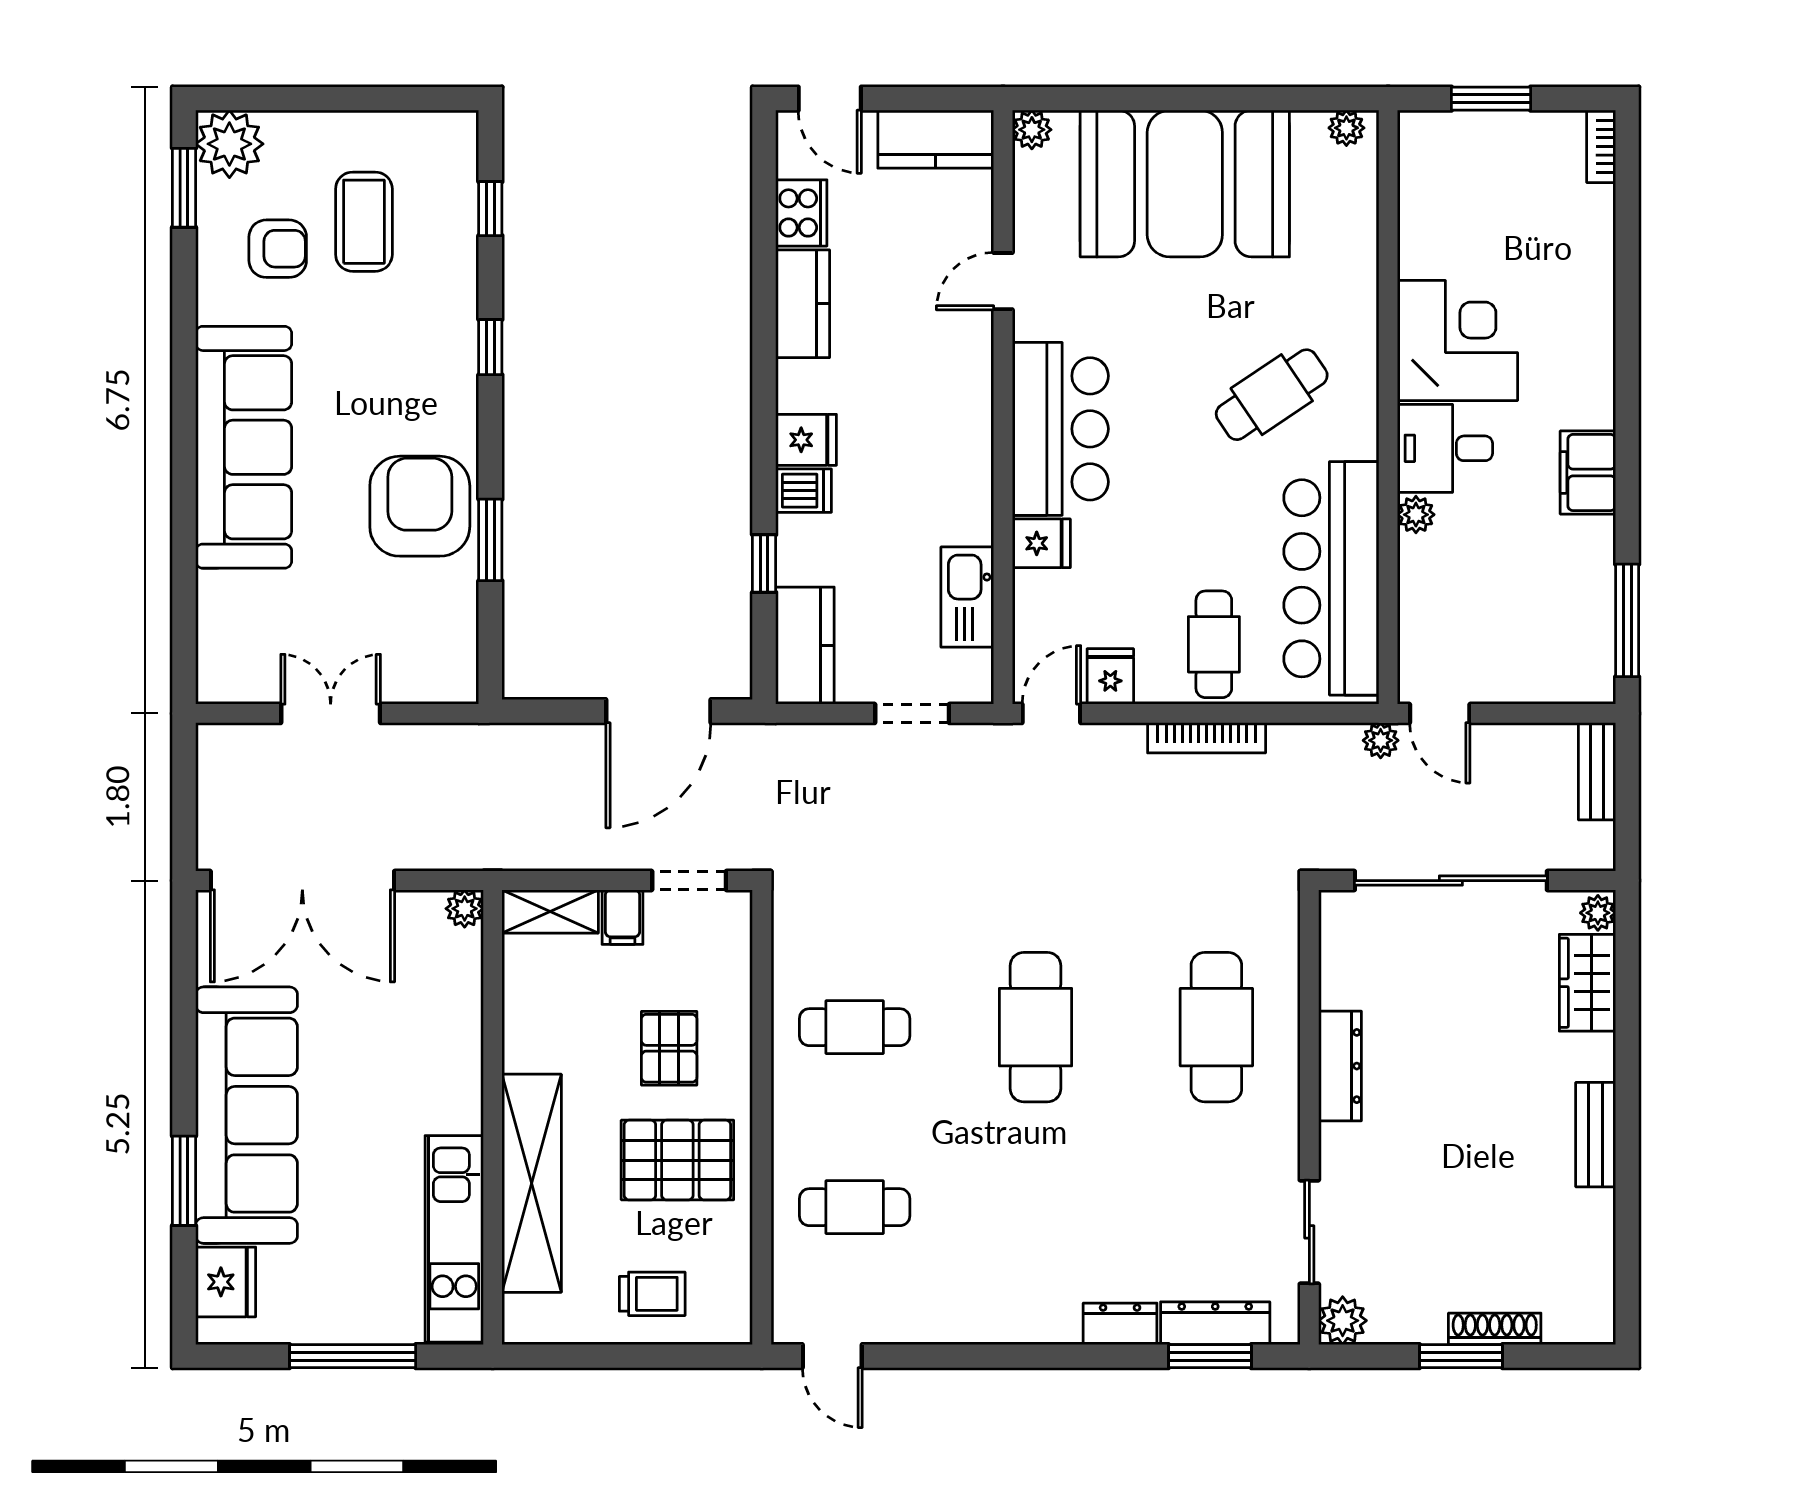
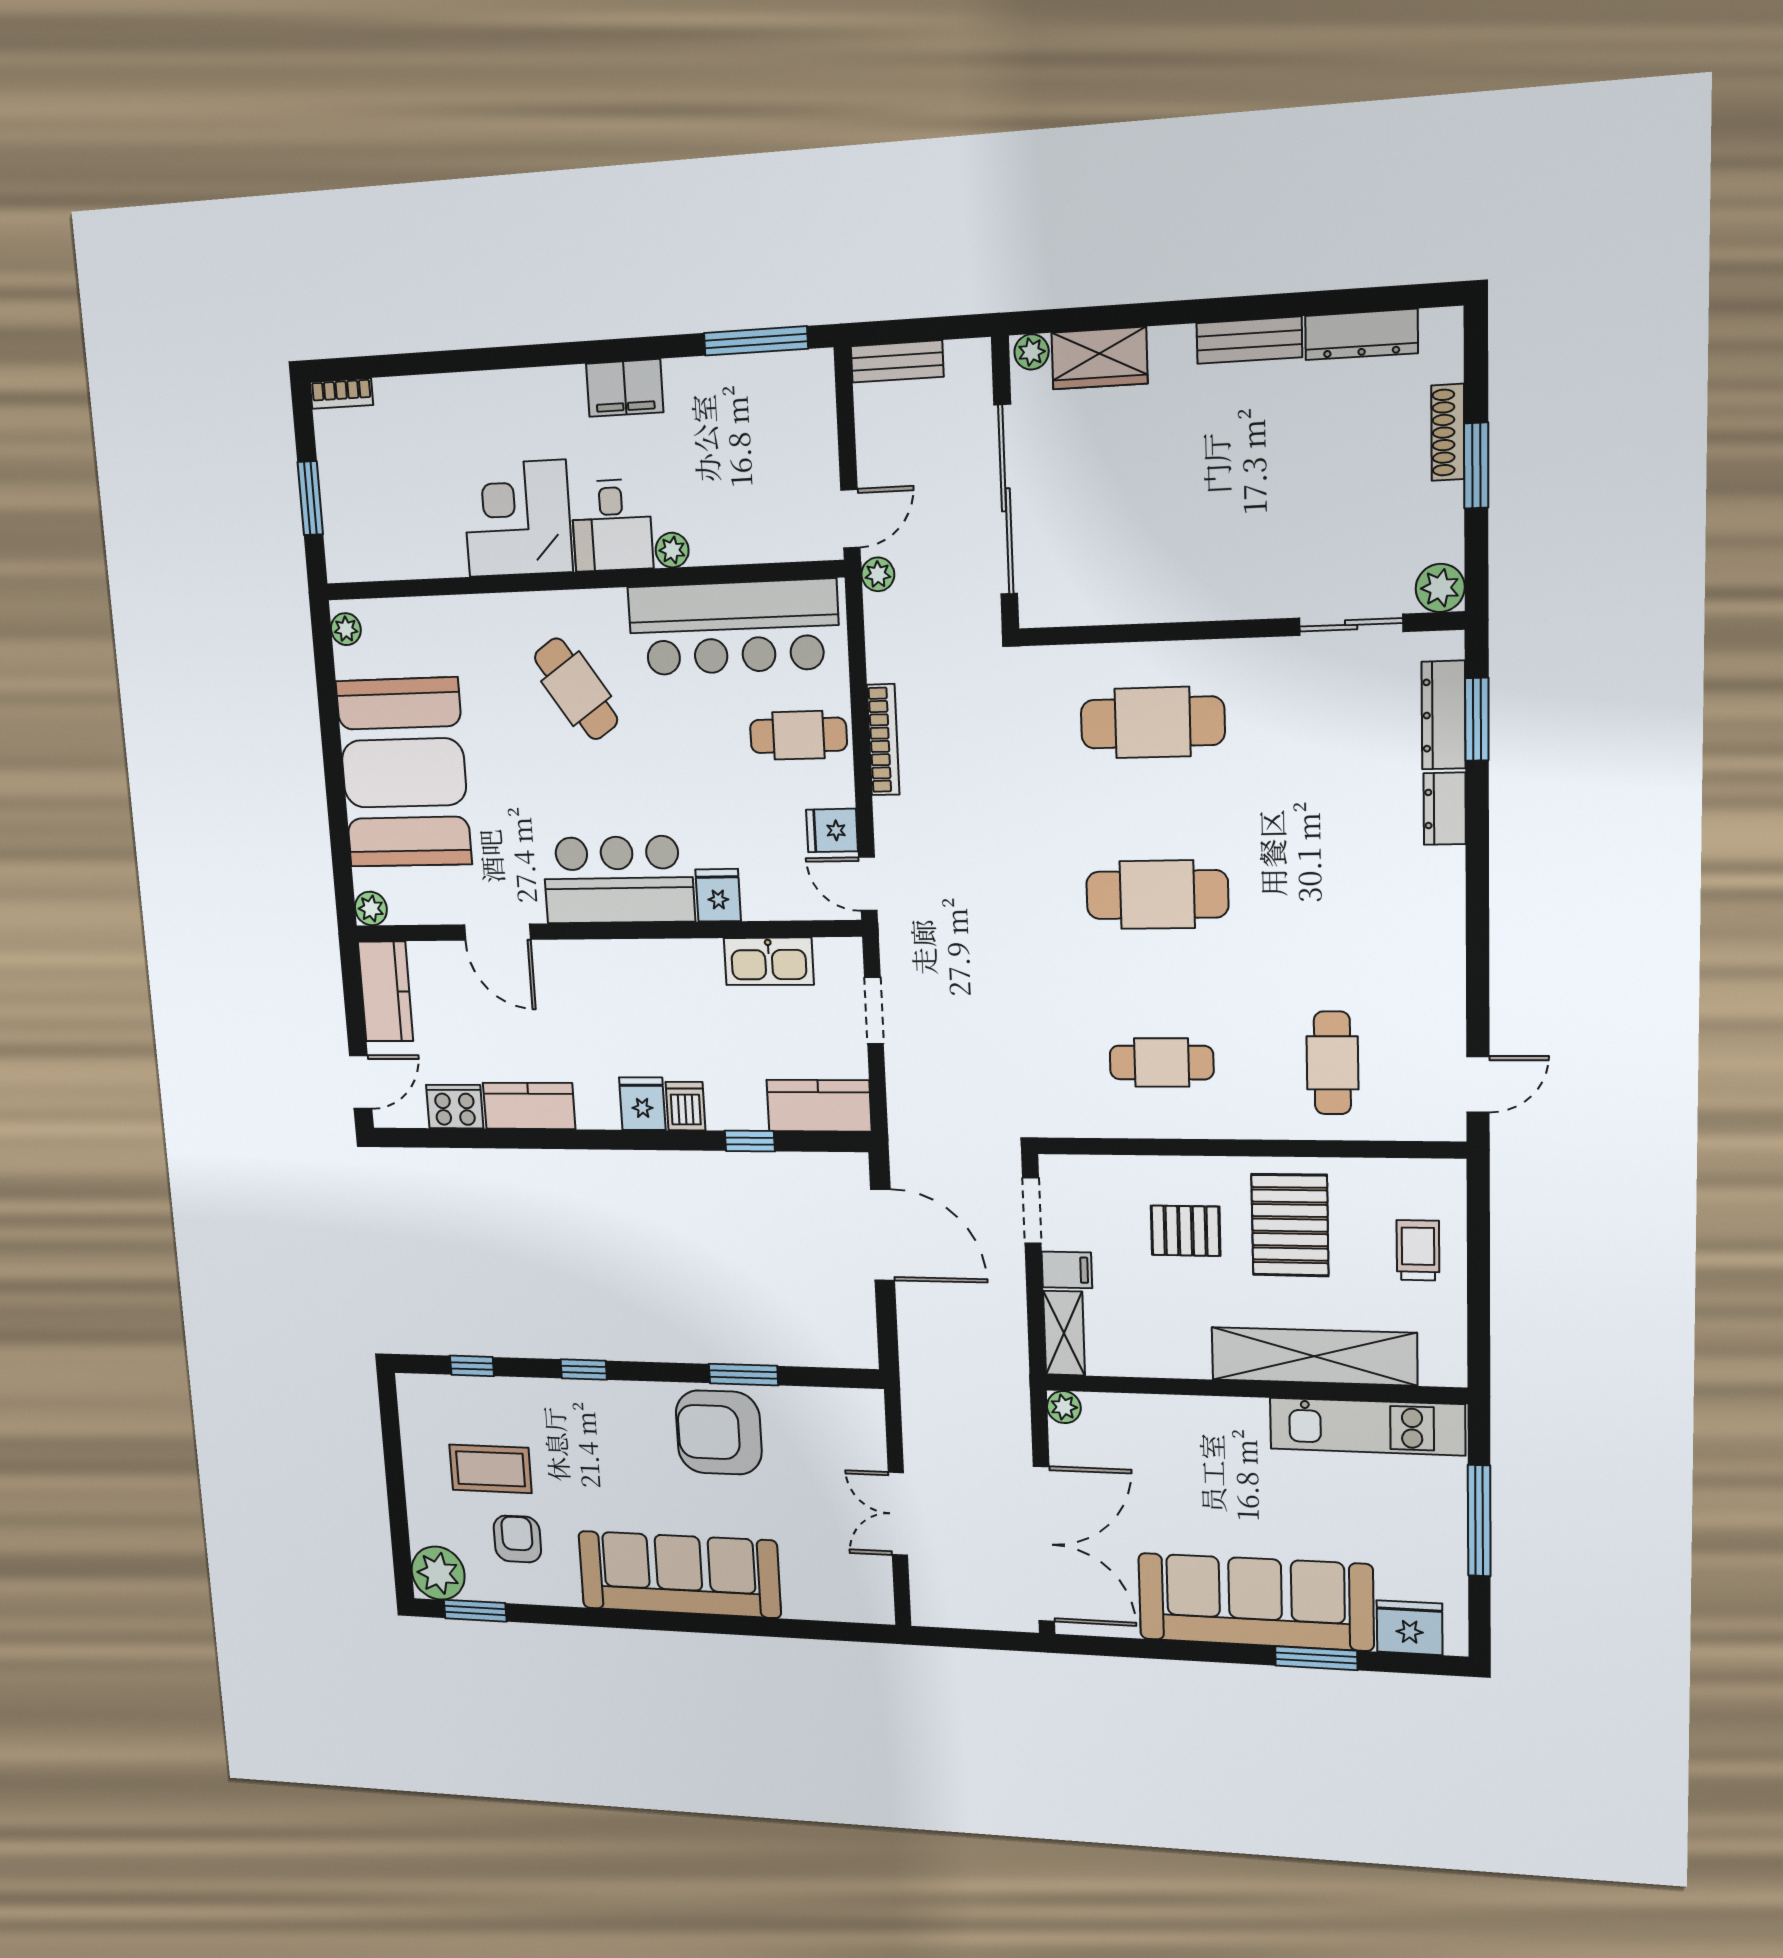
door: (1003, 281) -> (497, 932), width x1.37
cafe table: (855, 1027) -> (1162, 1063), turned 90
dresser: (1340, 1066) -> (1361, 335), moved, turned 180

